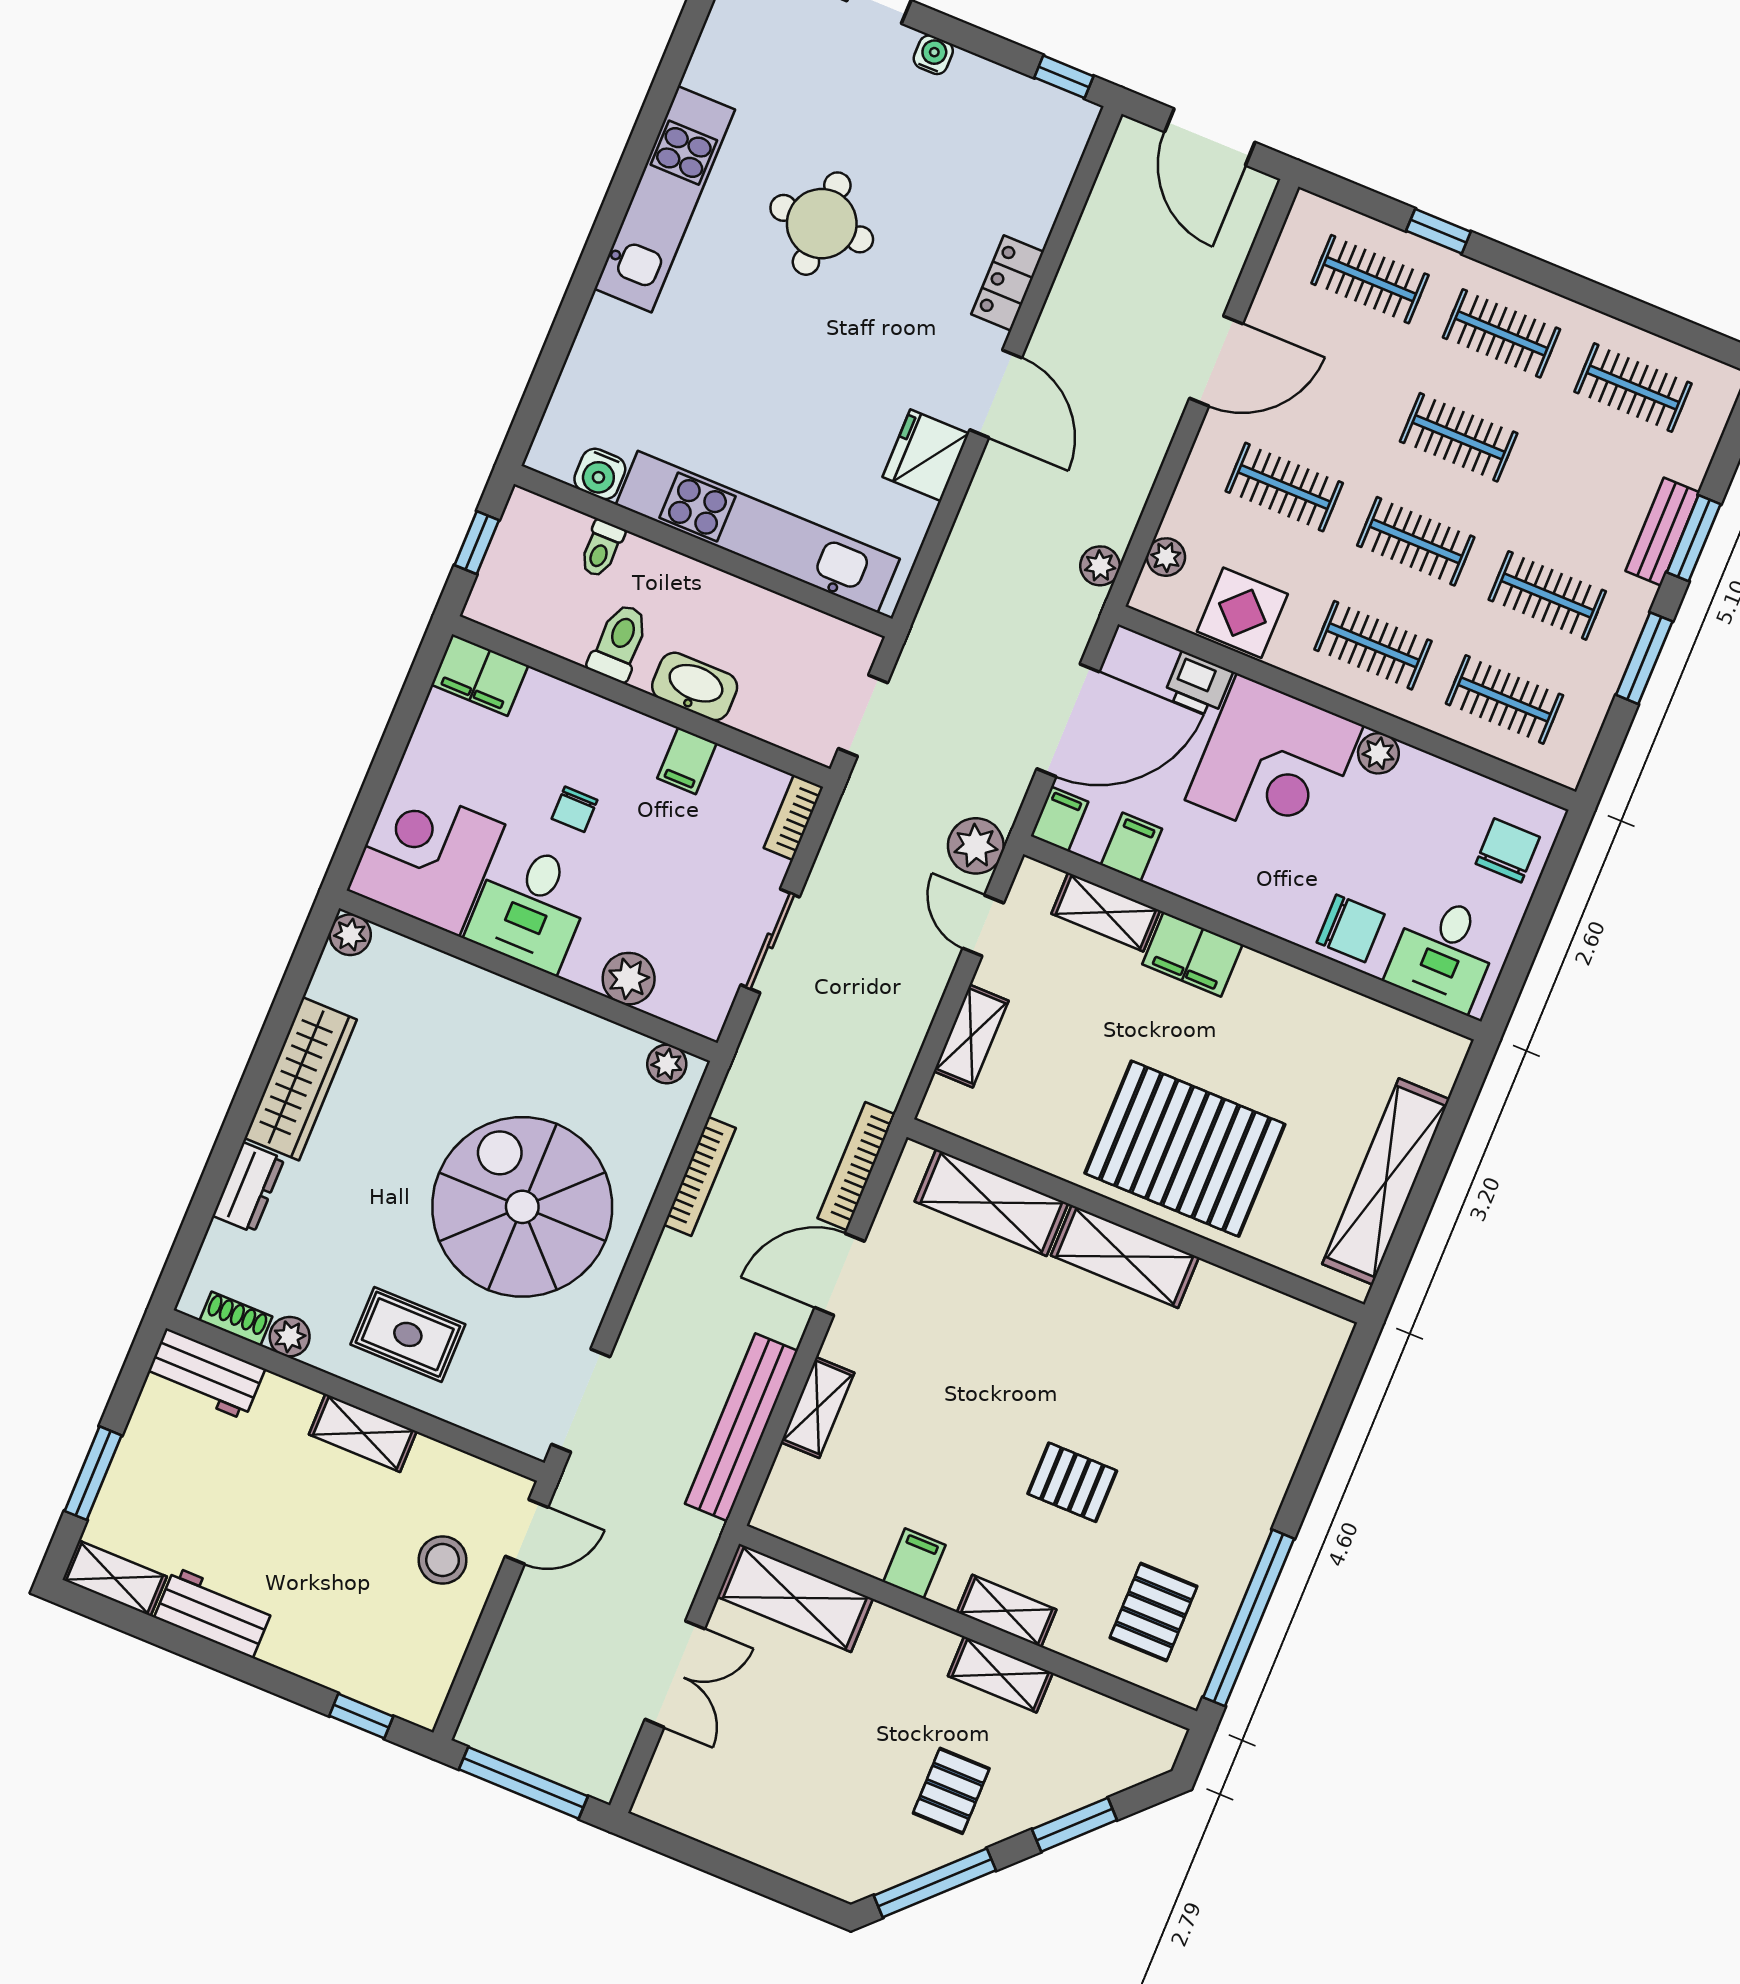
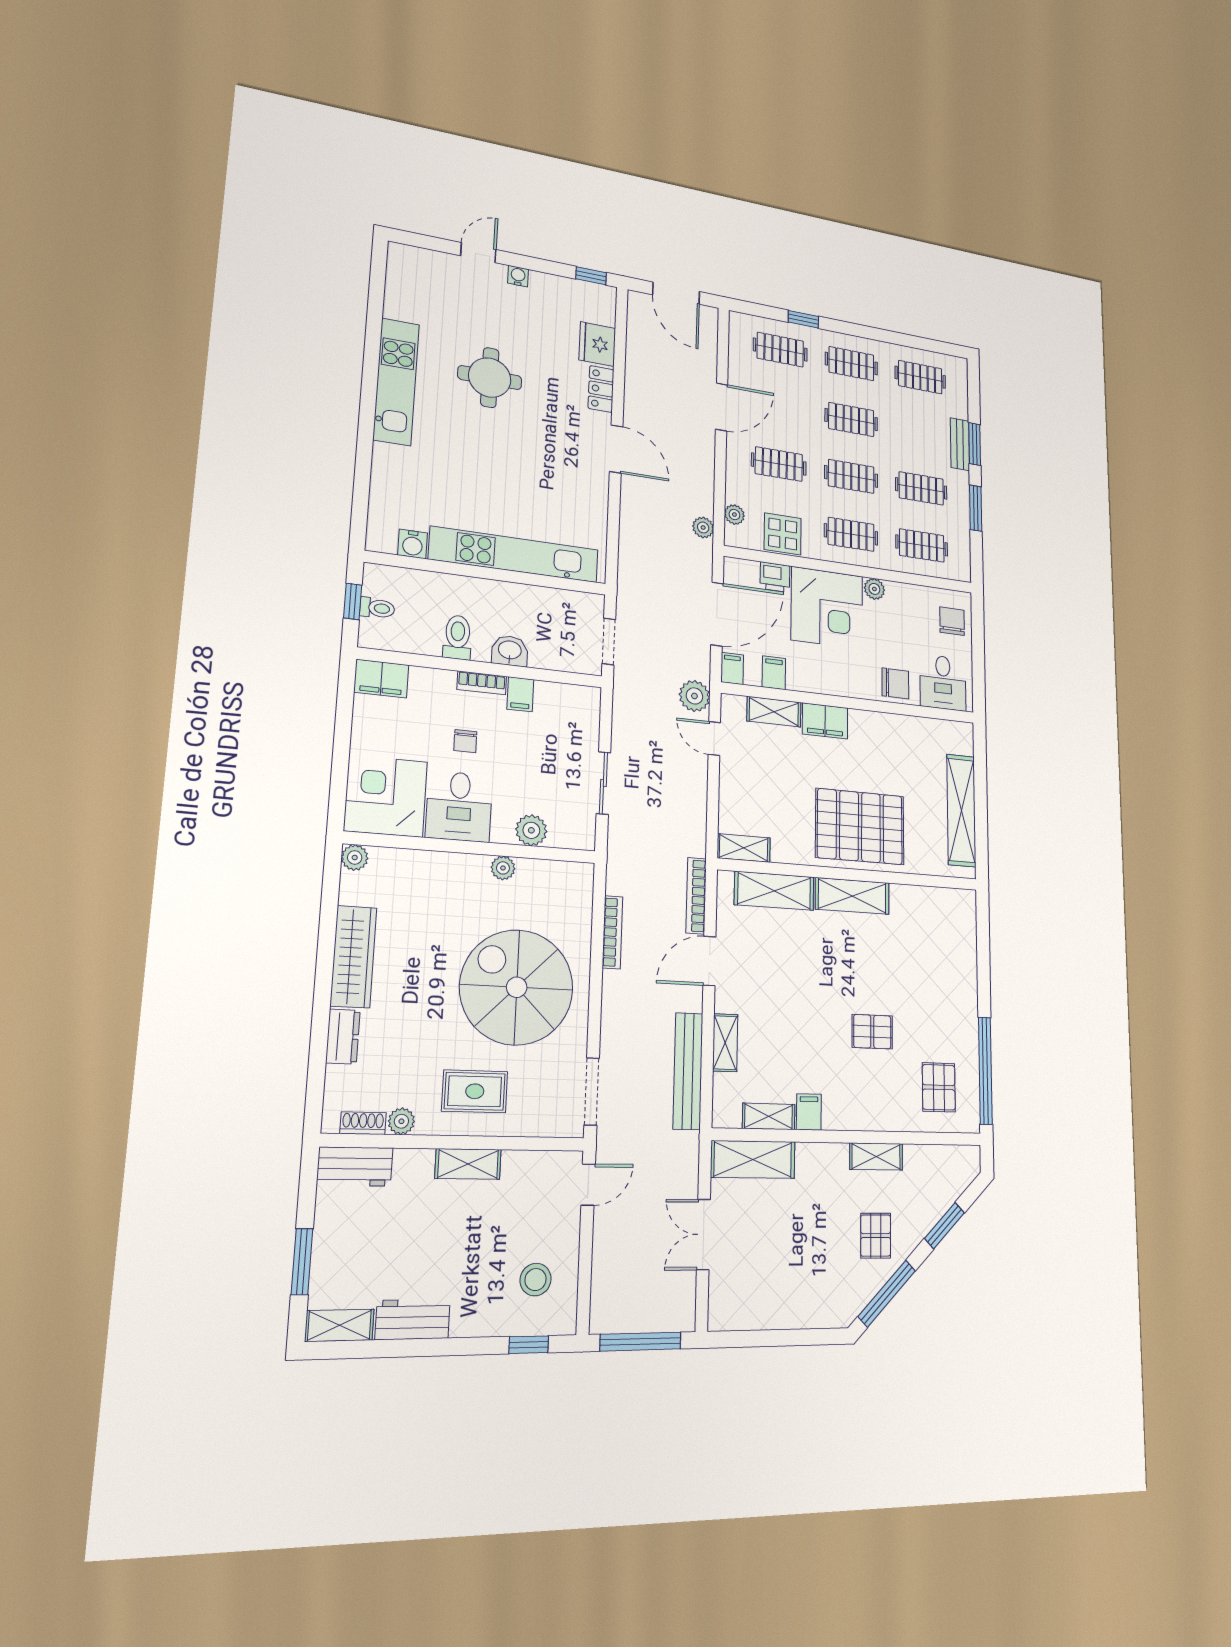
fridge: (926, 455) -> (597, 344), moved
toilet: (601, 549) -> (377, 608), moved, turned -90
washbasin: (695, 686) -> (510, 651), width x0.72
bookcase: (794, 818) -> (482, 683), moved, turned -90
shelving: (971, 1036) -> (744, 848), moved, turned 90
plant: (667, 1064) -> (503, 868), moved
stool: (443, 1560) -> (536, 1280), moved
shelving: (1007, 1611) -> (769, 1116), moved
double door: (675, 1674) -> (703, 1234), swing flipped

